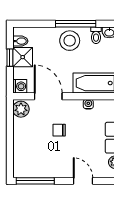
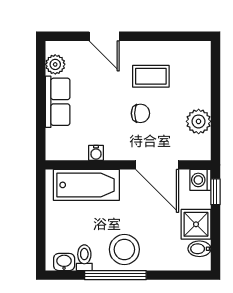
window: (10, 58) -> (215, 192), moved
plant: (21, 109) -> (199, 121), moved
coffee table: (52, 154) -> (151, 76), added
window: (35, 181) -> (177, 36), removed

